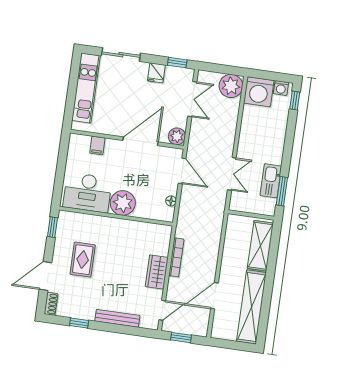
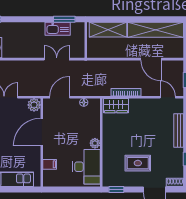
door: (140, 141) -> (42, 132), hinge flipped
plant: (123, 203) -> (95, 143), width x0.53, depth x0.53
wardrobe: (157, 272) -> (116, 106), moved

